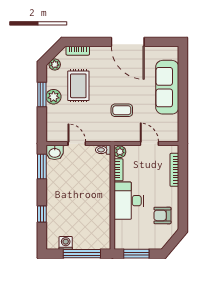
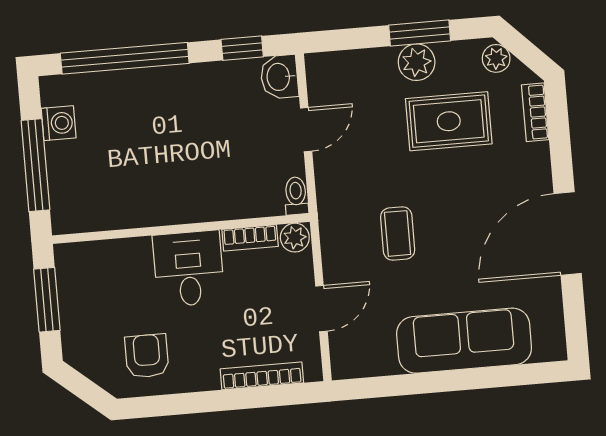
window: (42, 166) -> (242, 48), width x0.67
desk: (129, 201) -> (189, 269), width x0.73
window: (42, 214) -> (125, 58), width x3.17

